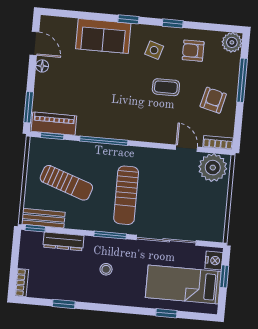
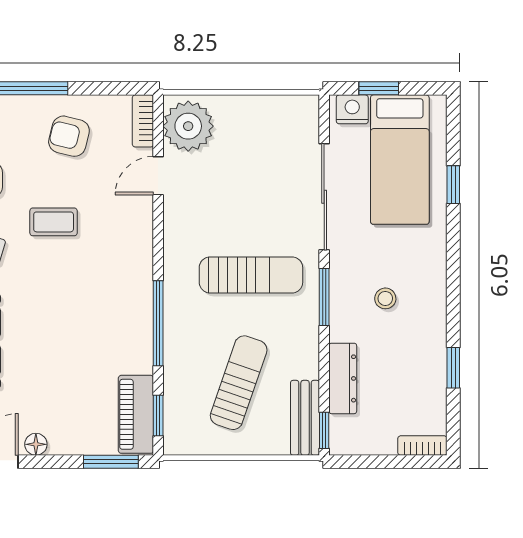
coffee table: (166, 87) -> (54, 222), turned 90

